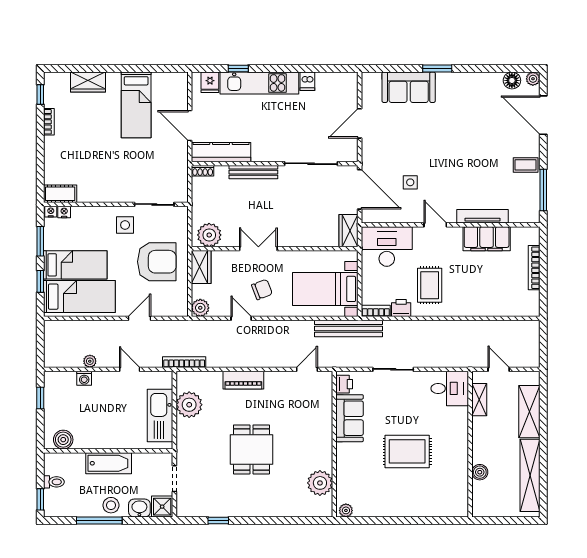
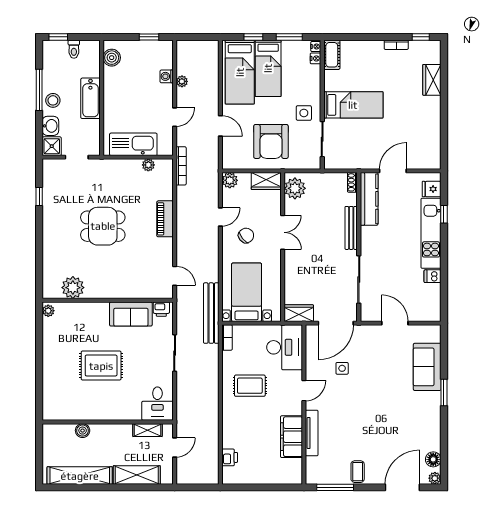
bed: (136, 105) -> (353, 105), moved, turned 180
bookcase: (534, 268) -> (266, 479), removed
chair: (262, 289) -> (246, 236), turned -107
printer: (401, 308) -> (230, 457), moved
plant: (189, 405) -> (148, 165), width x0.53, depth x0.53
rug: (407, 451) -> (101, 366), turned 90

